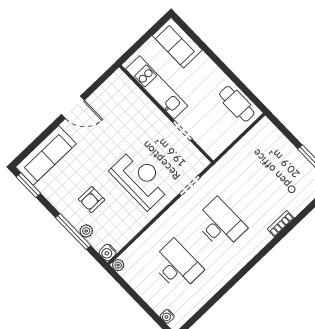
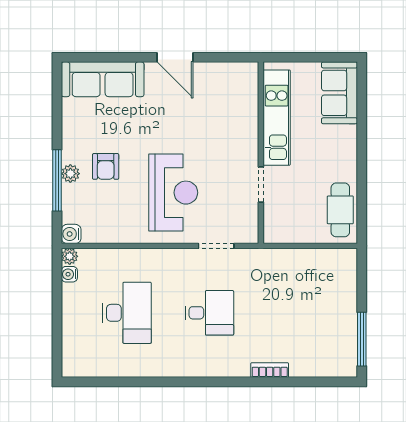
window: (28, 185) -> (57, 92), removed
armchair: (92, 200) -> (106, 166), turned -90
desk: (220, 224) -> (209, 313), width x0.73
plant: (86, 231) -> (70, 174), moved
water cooler: (167, 316) -> (69, 274), moved

